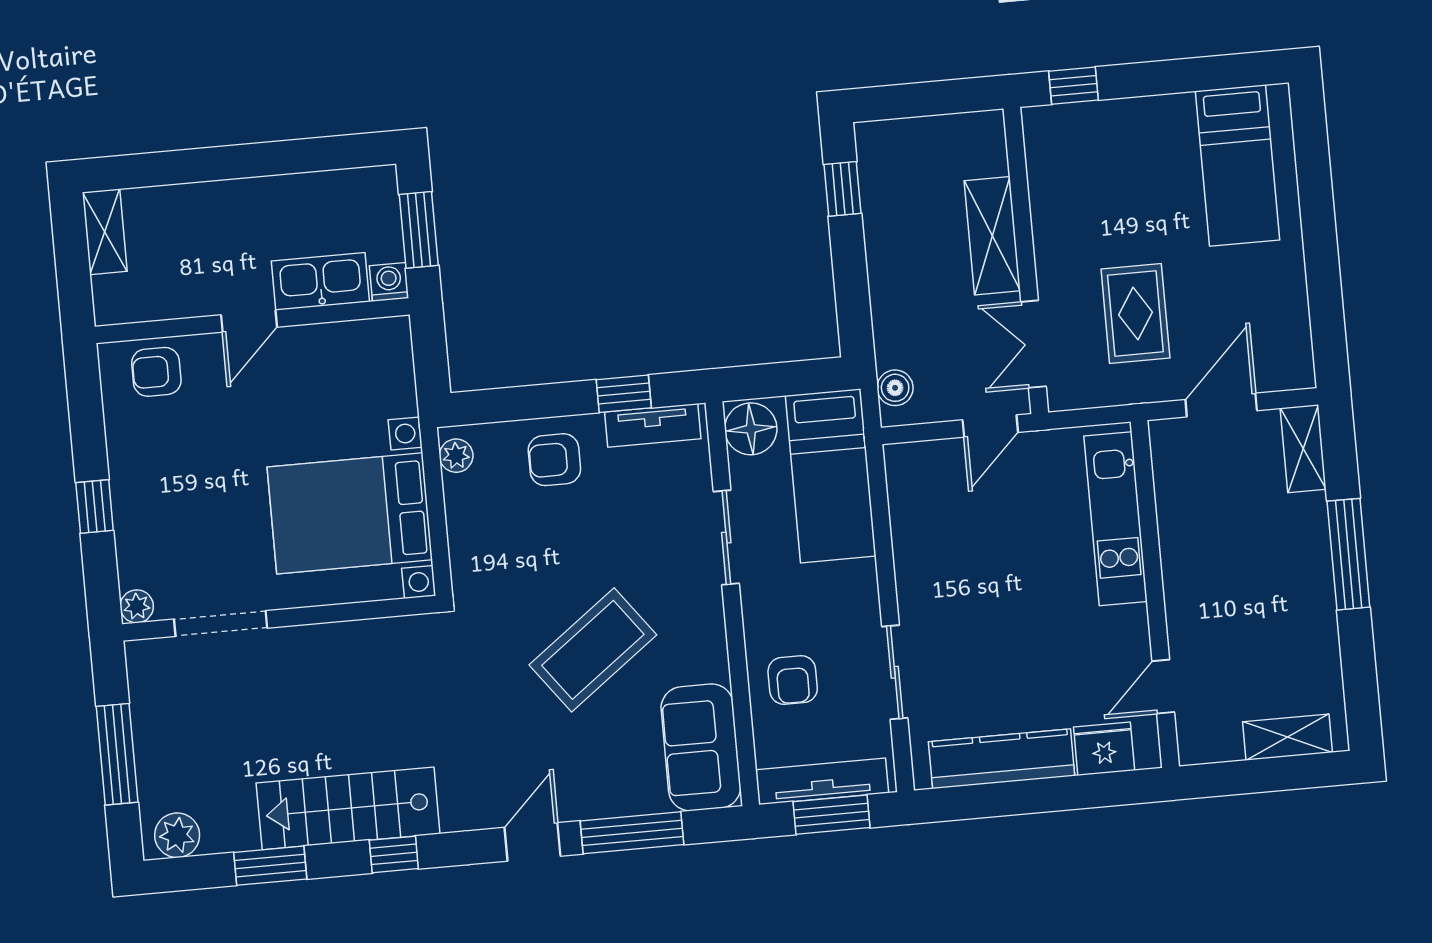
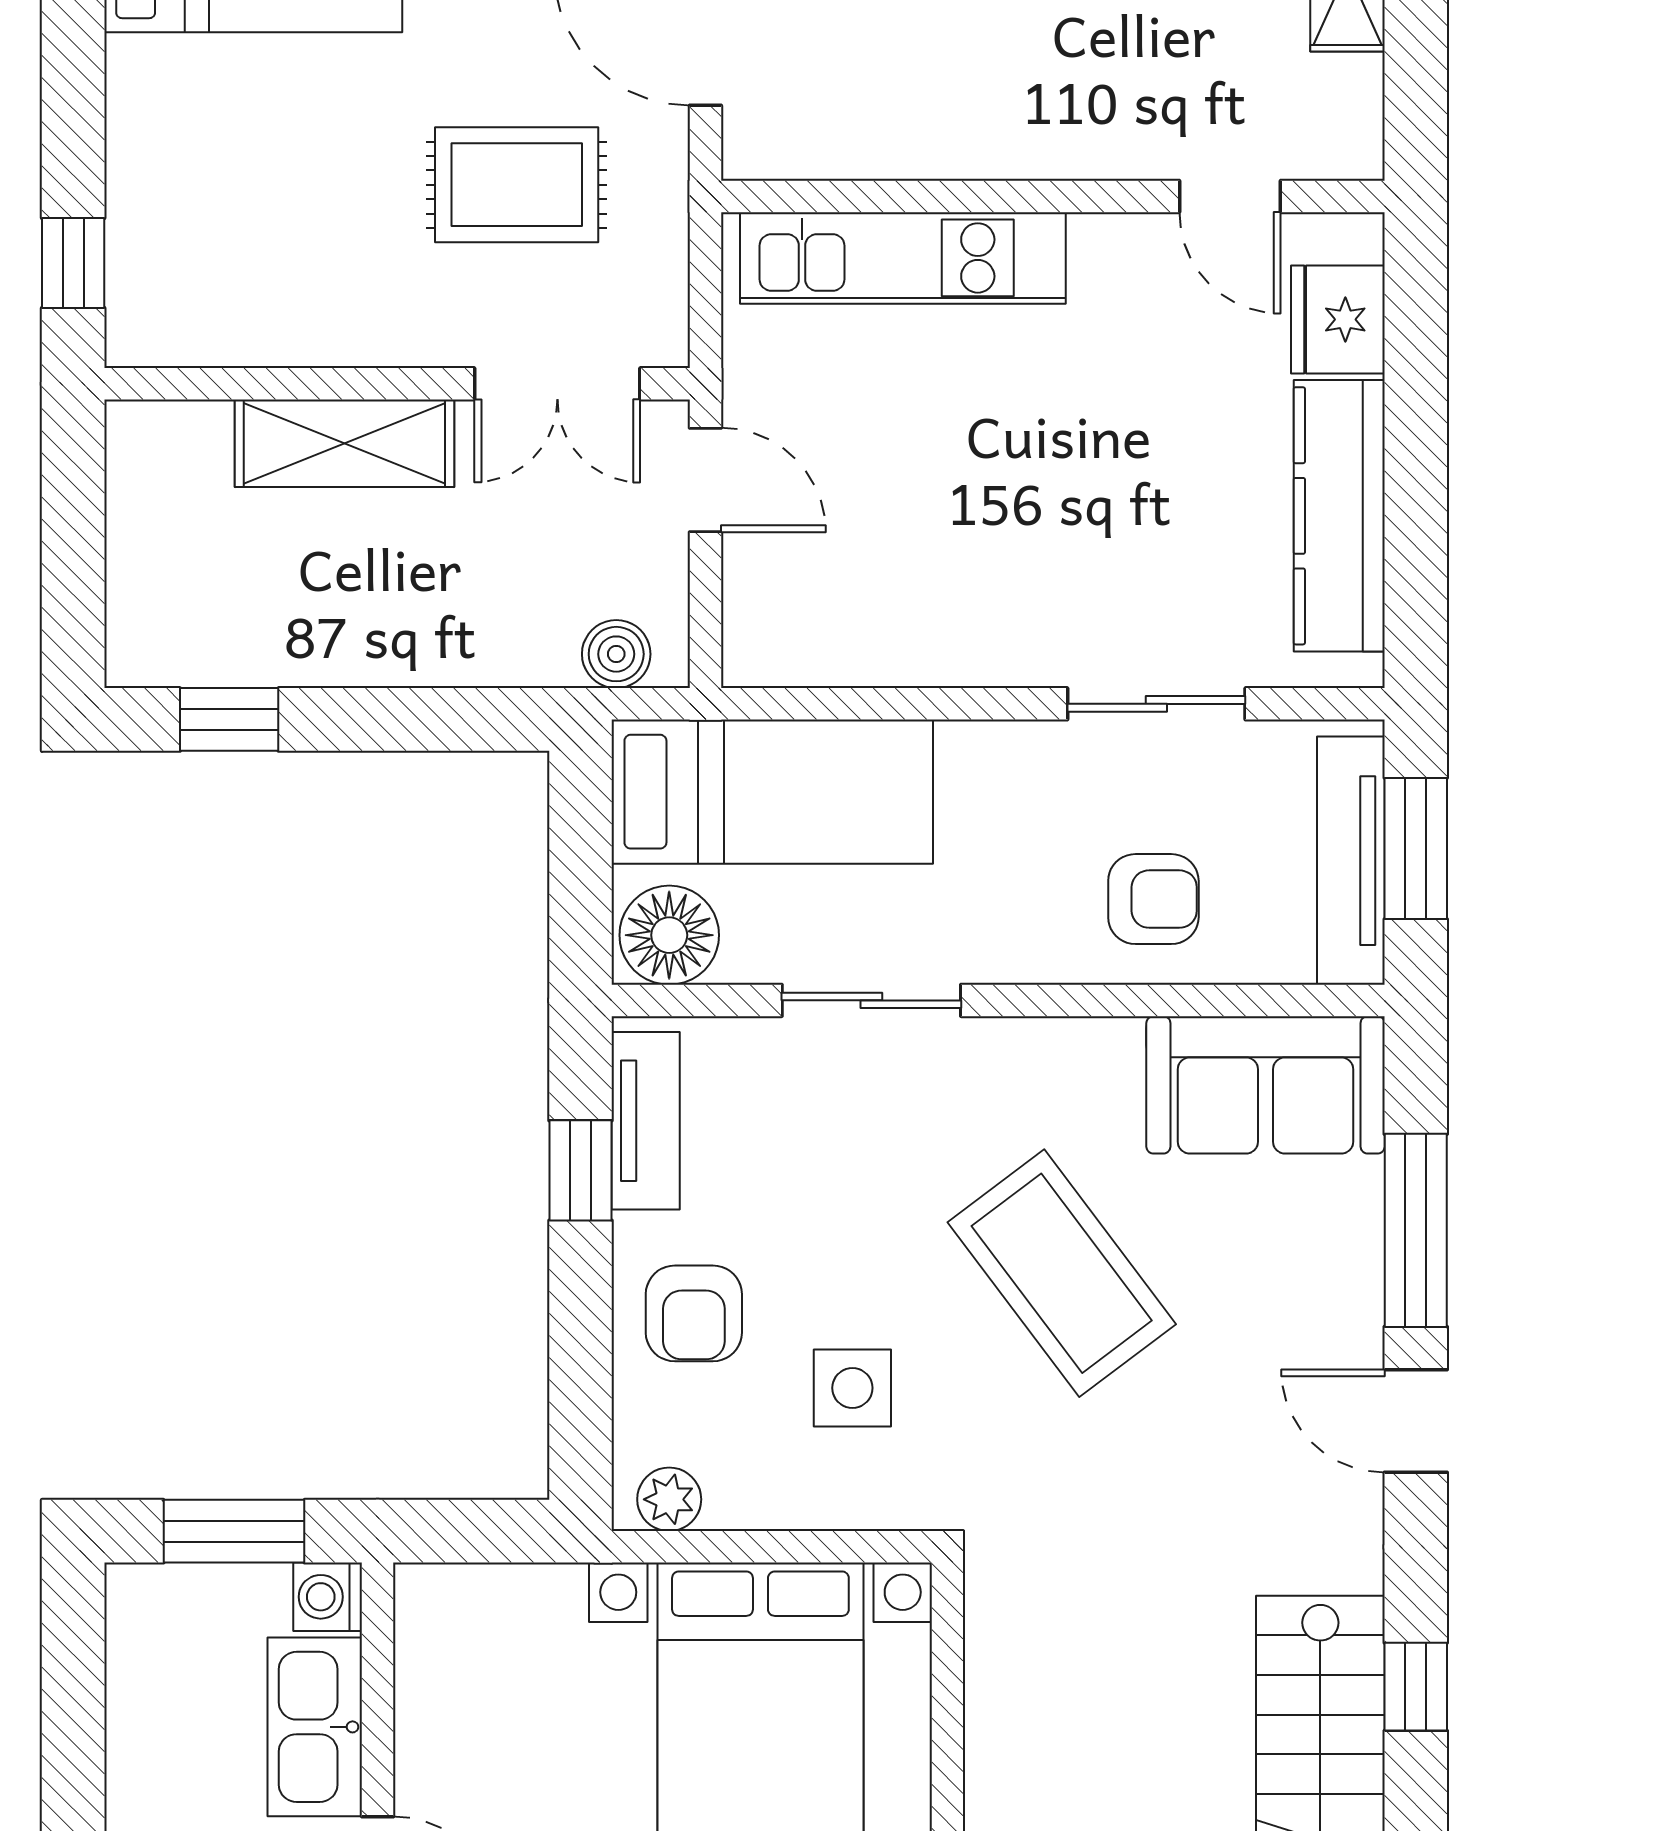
side table: (523, 546) -> (852, 1388), added

